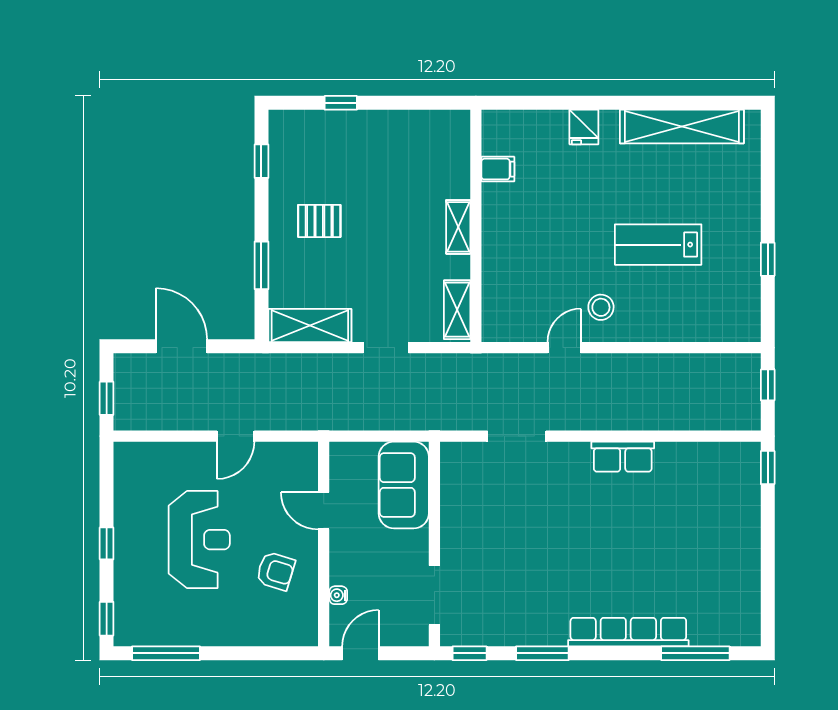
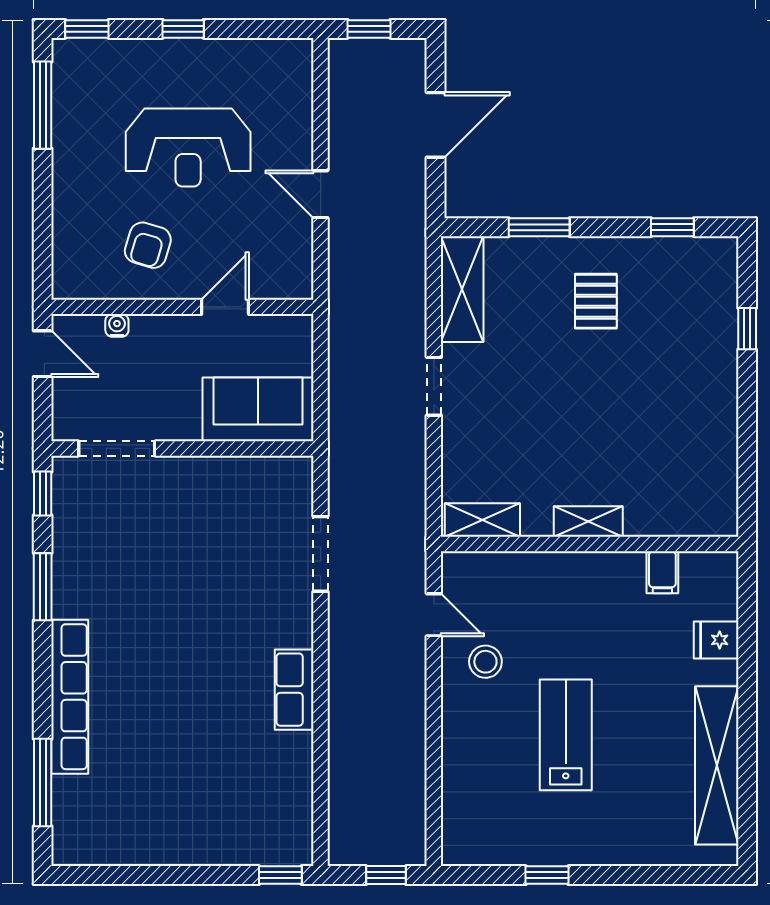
filing cabinet: (498, 169) -> (662, 572), moved
wall: (476, 226) -> (590, 544), moved
shelving: (458, 227) -> (588, 522), moved
shelving: (457, 310) -> (482, 520), moved

